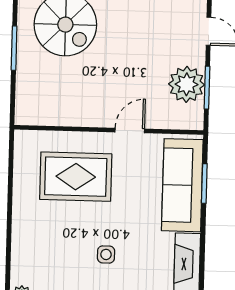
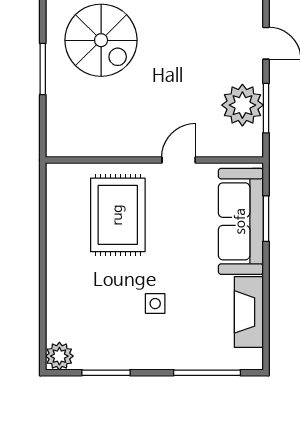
rug: (76, 177) -> (118, 215), turned 90

